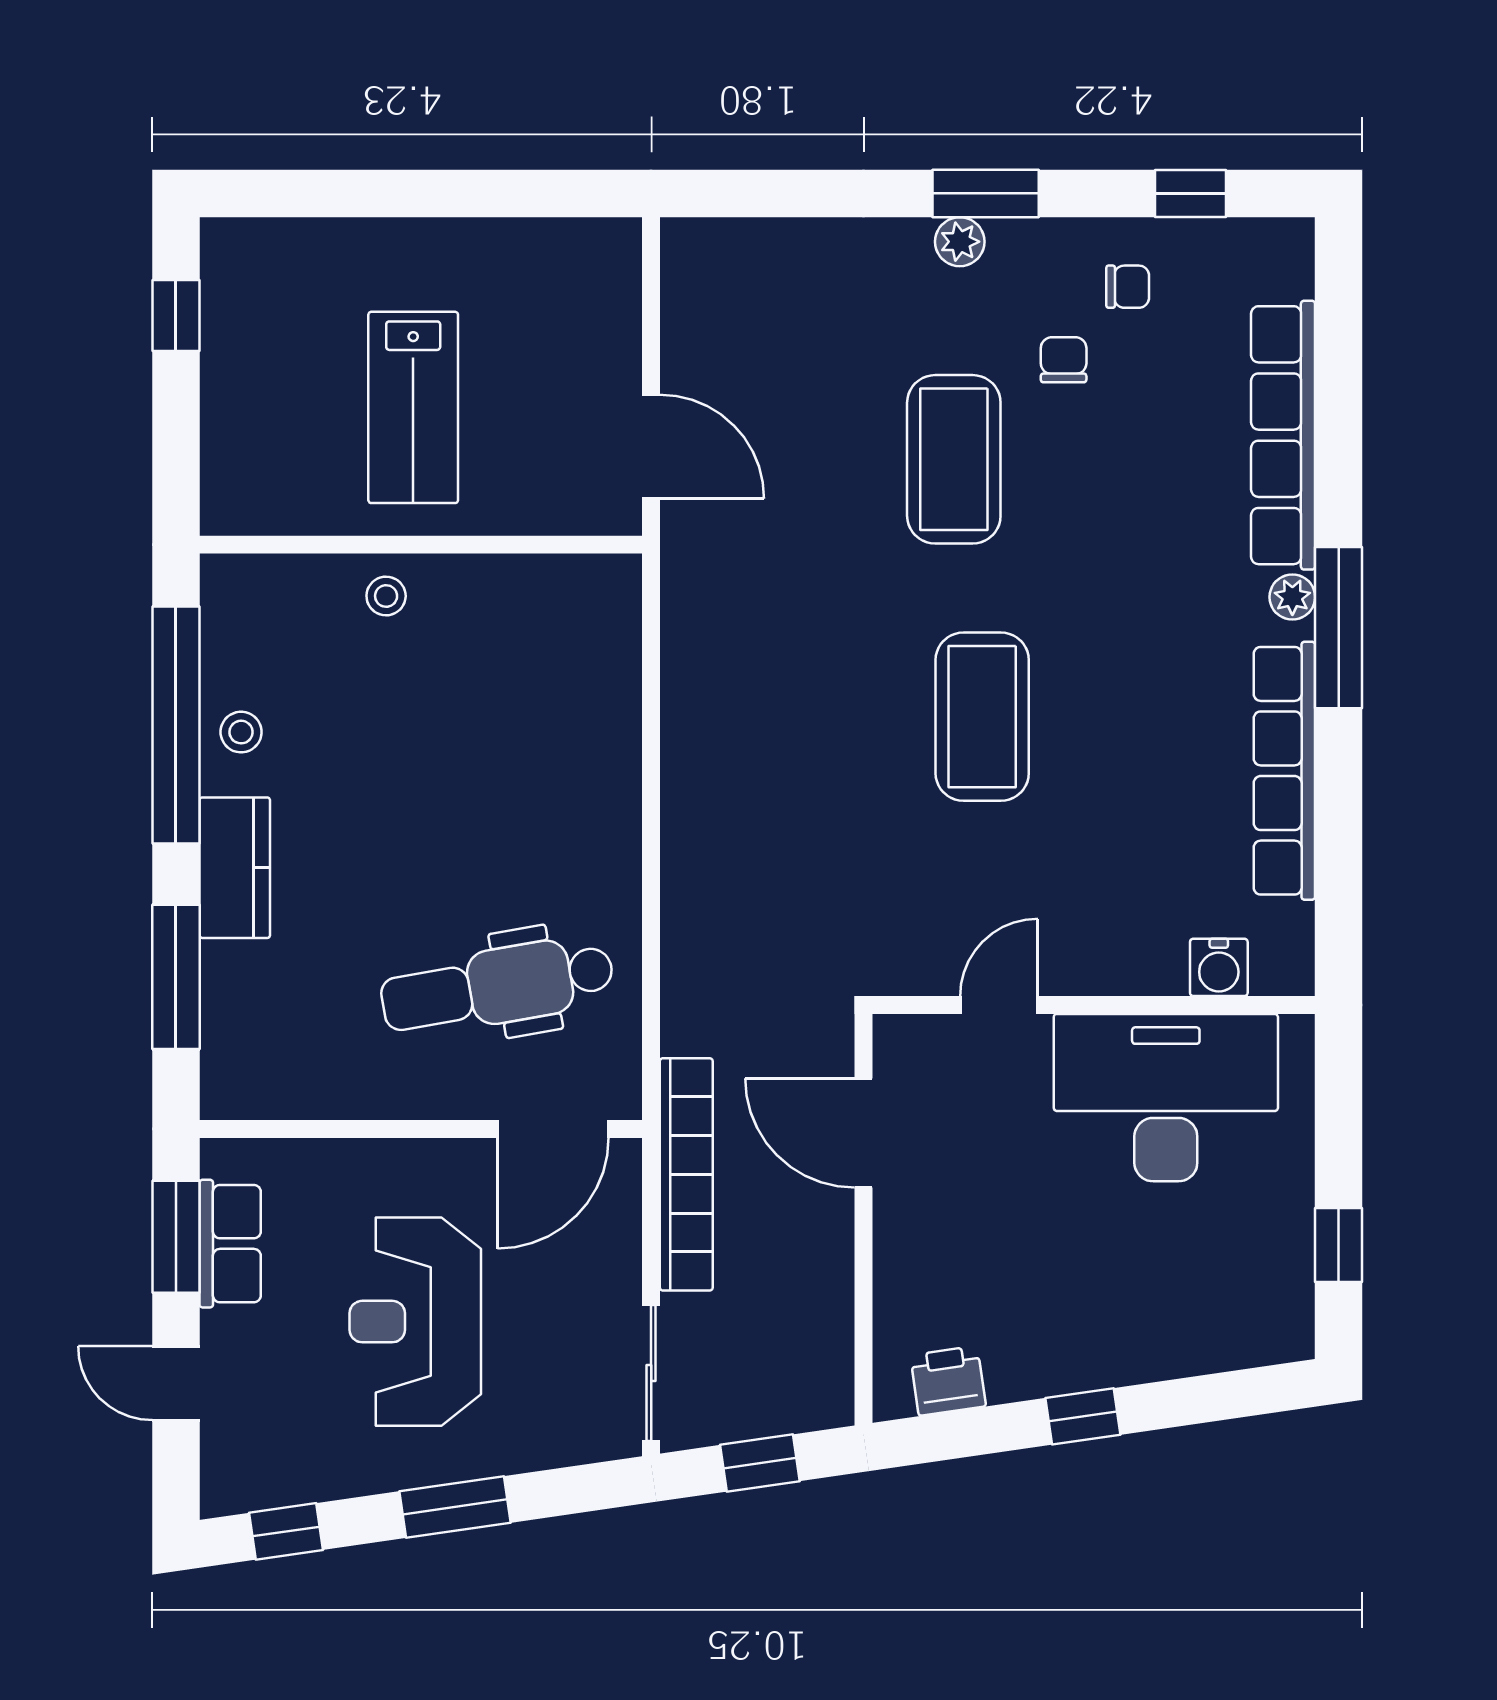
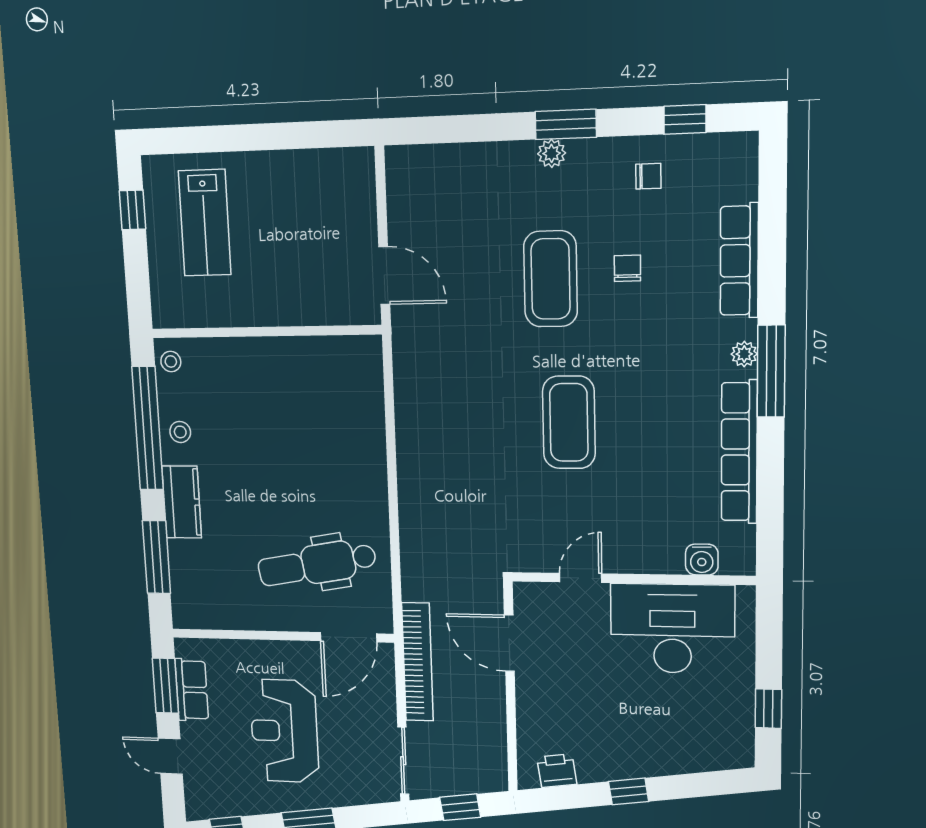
chair: (1064, 360) -> (627, 268), moved
lab bench: (413, 407) -> (205, 223), moved
row of seats: (1283, 435) -> (739, 261), width x0.73
stool: (386, 596) -> (171, 361), moved

